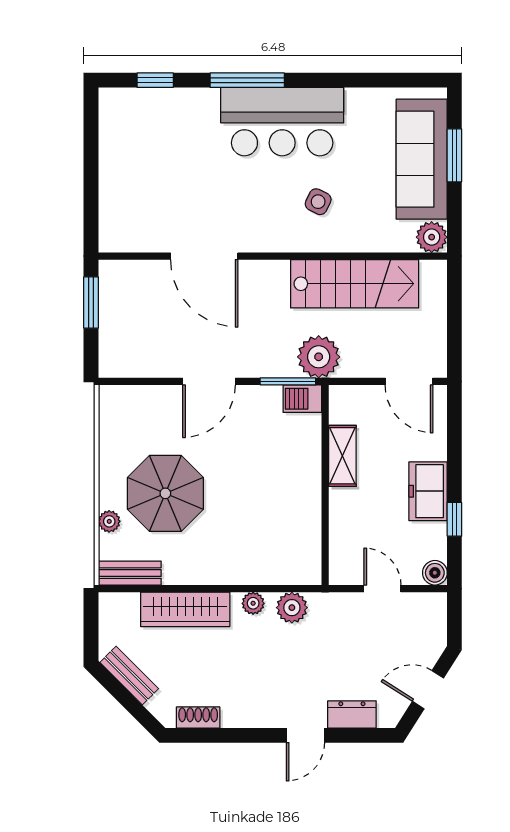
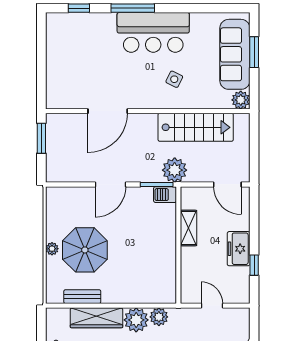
door: (204, 256) -> (108, 111), hinge flipped
plant: (109, 521) -> (52, 249), moved
bench: (130, 573) -> (82, 297), moved
boiler: (435, 573) -> (243, 296), removed
plant: (253, 603) -> (136, 320), width x1.88, depth x1.88

